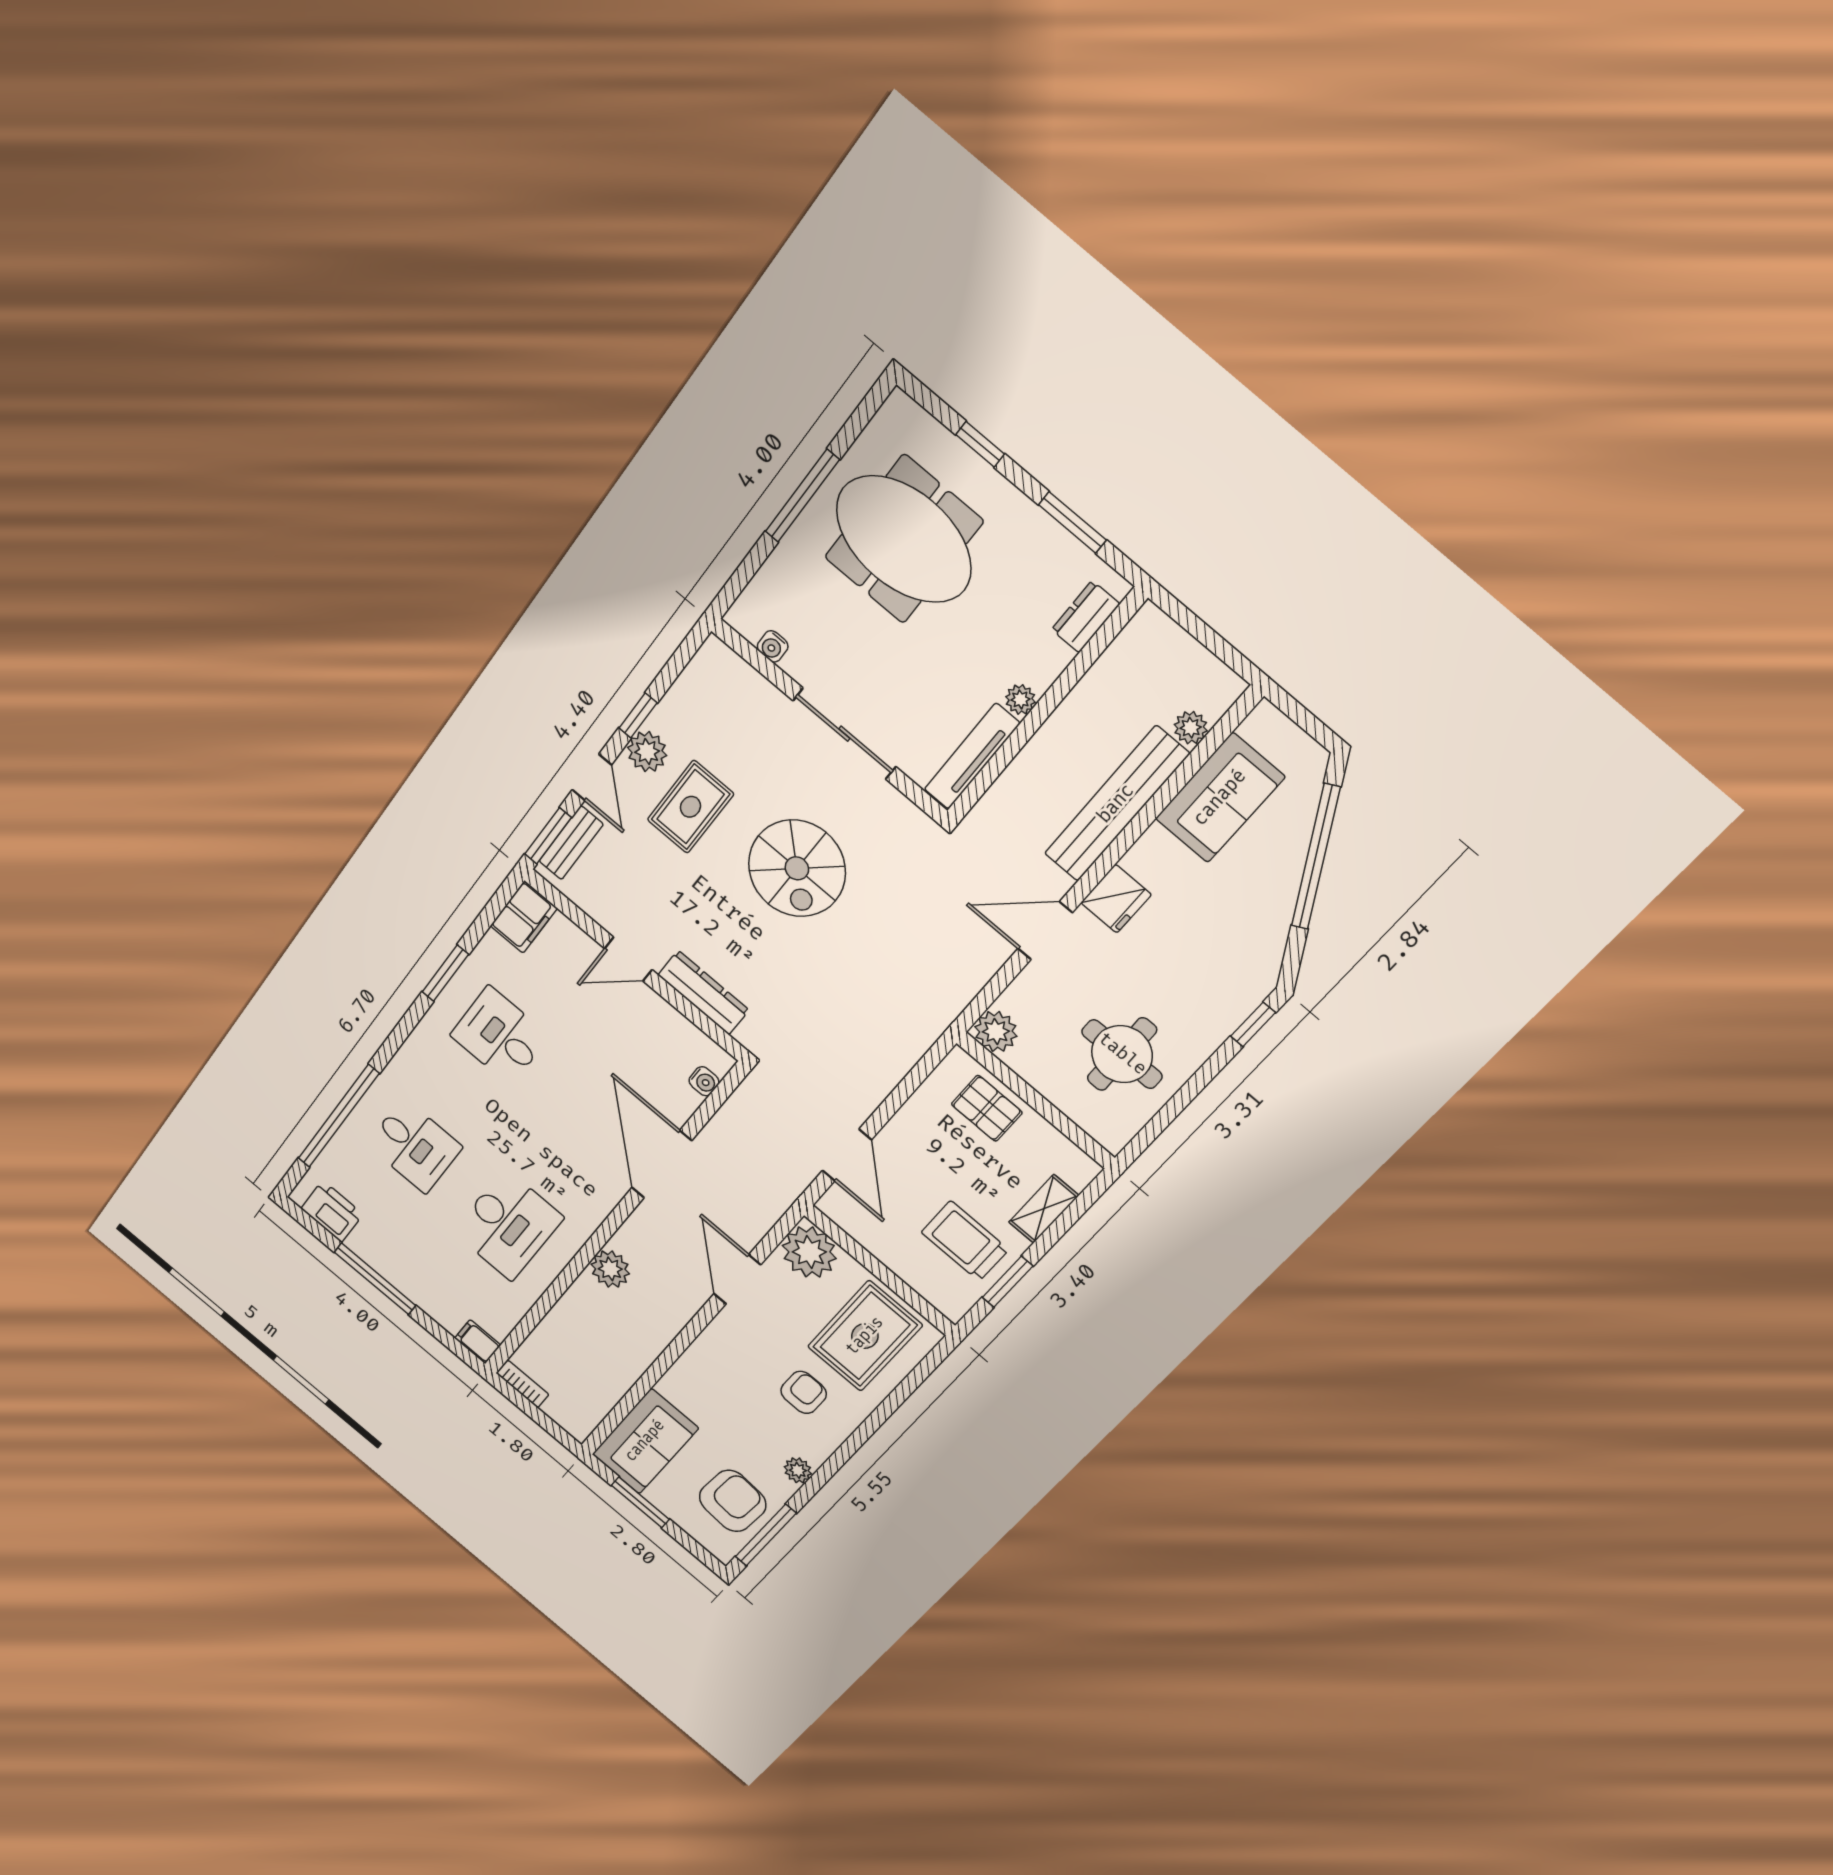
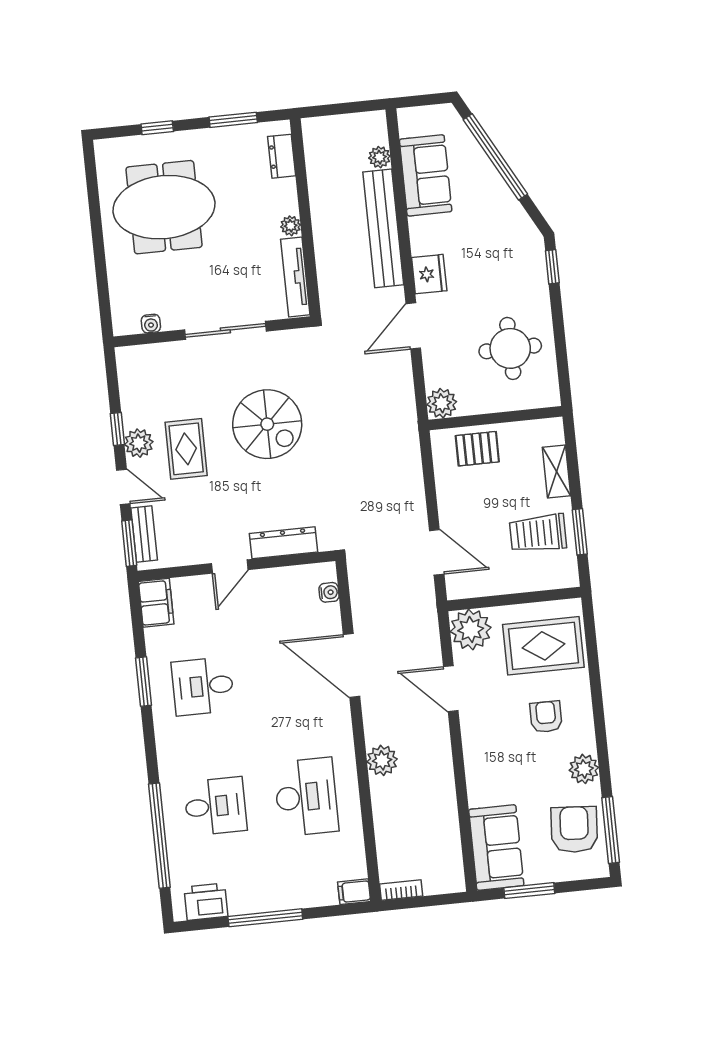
window: (802, 496) -> (97, 236), removed
rug: (865, 1336) -> (543, 646), turned 90
plant: (798, 1470) -> (584, 769), width x1.38, depth x1.38

